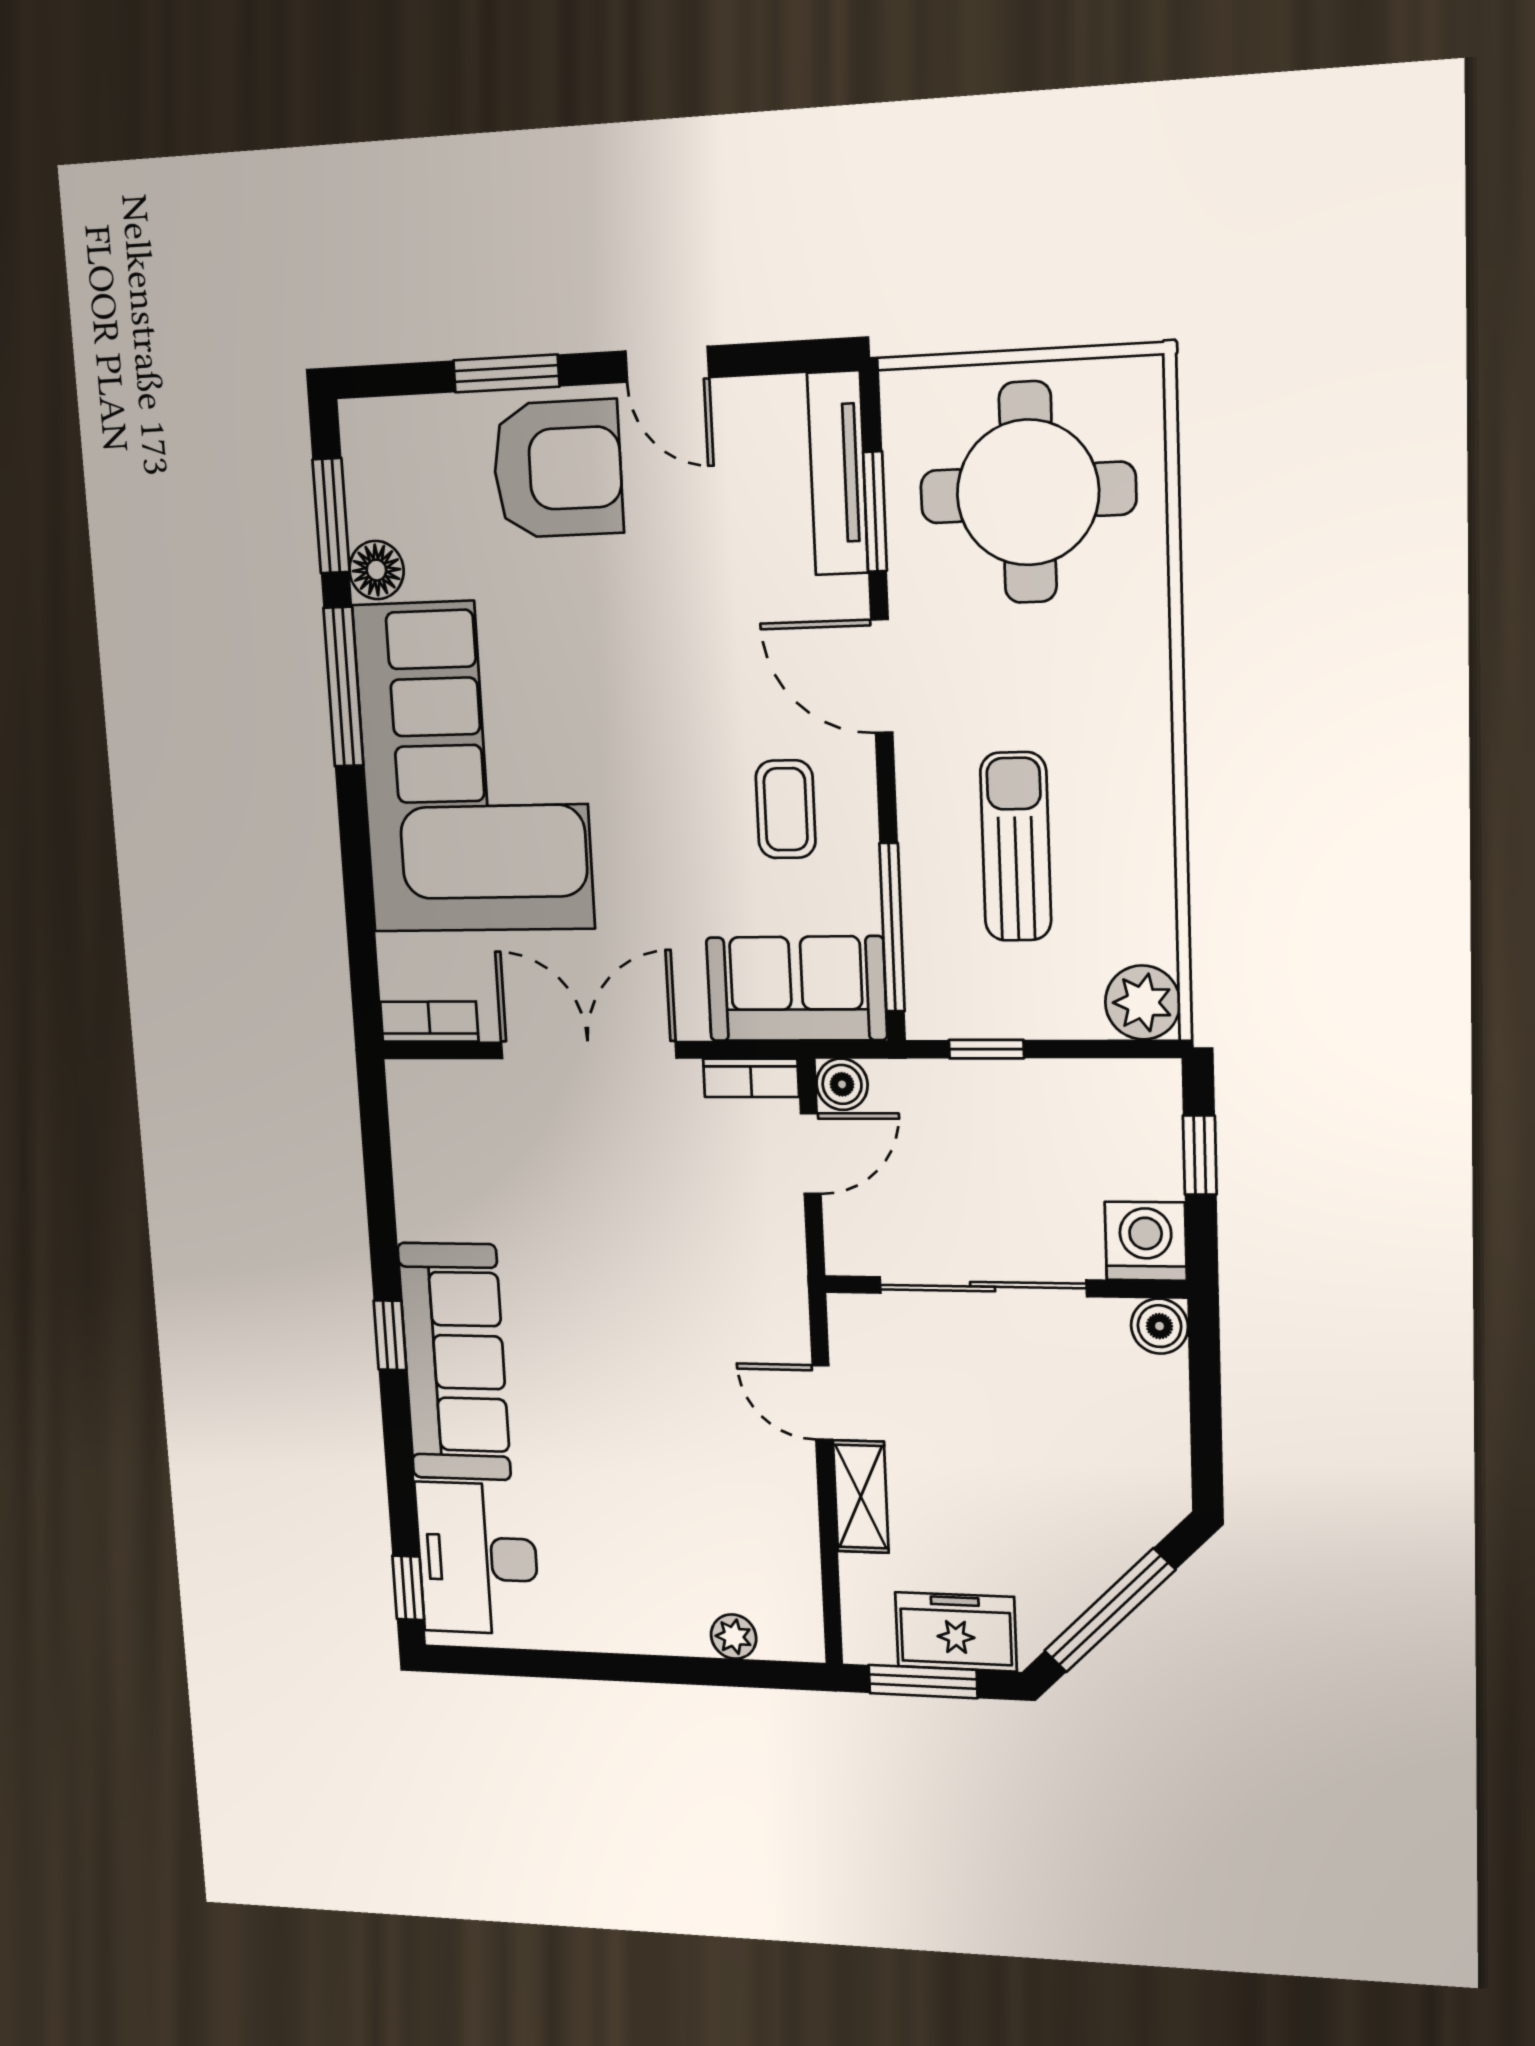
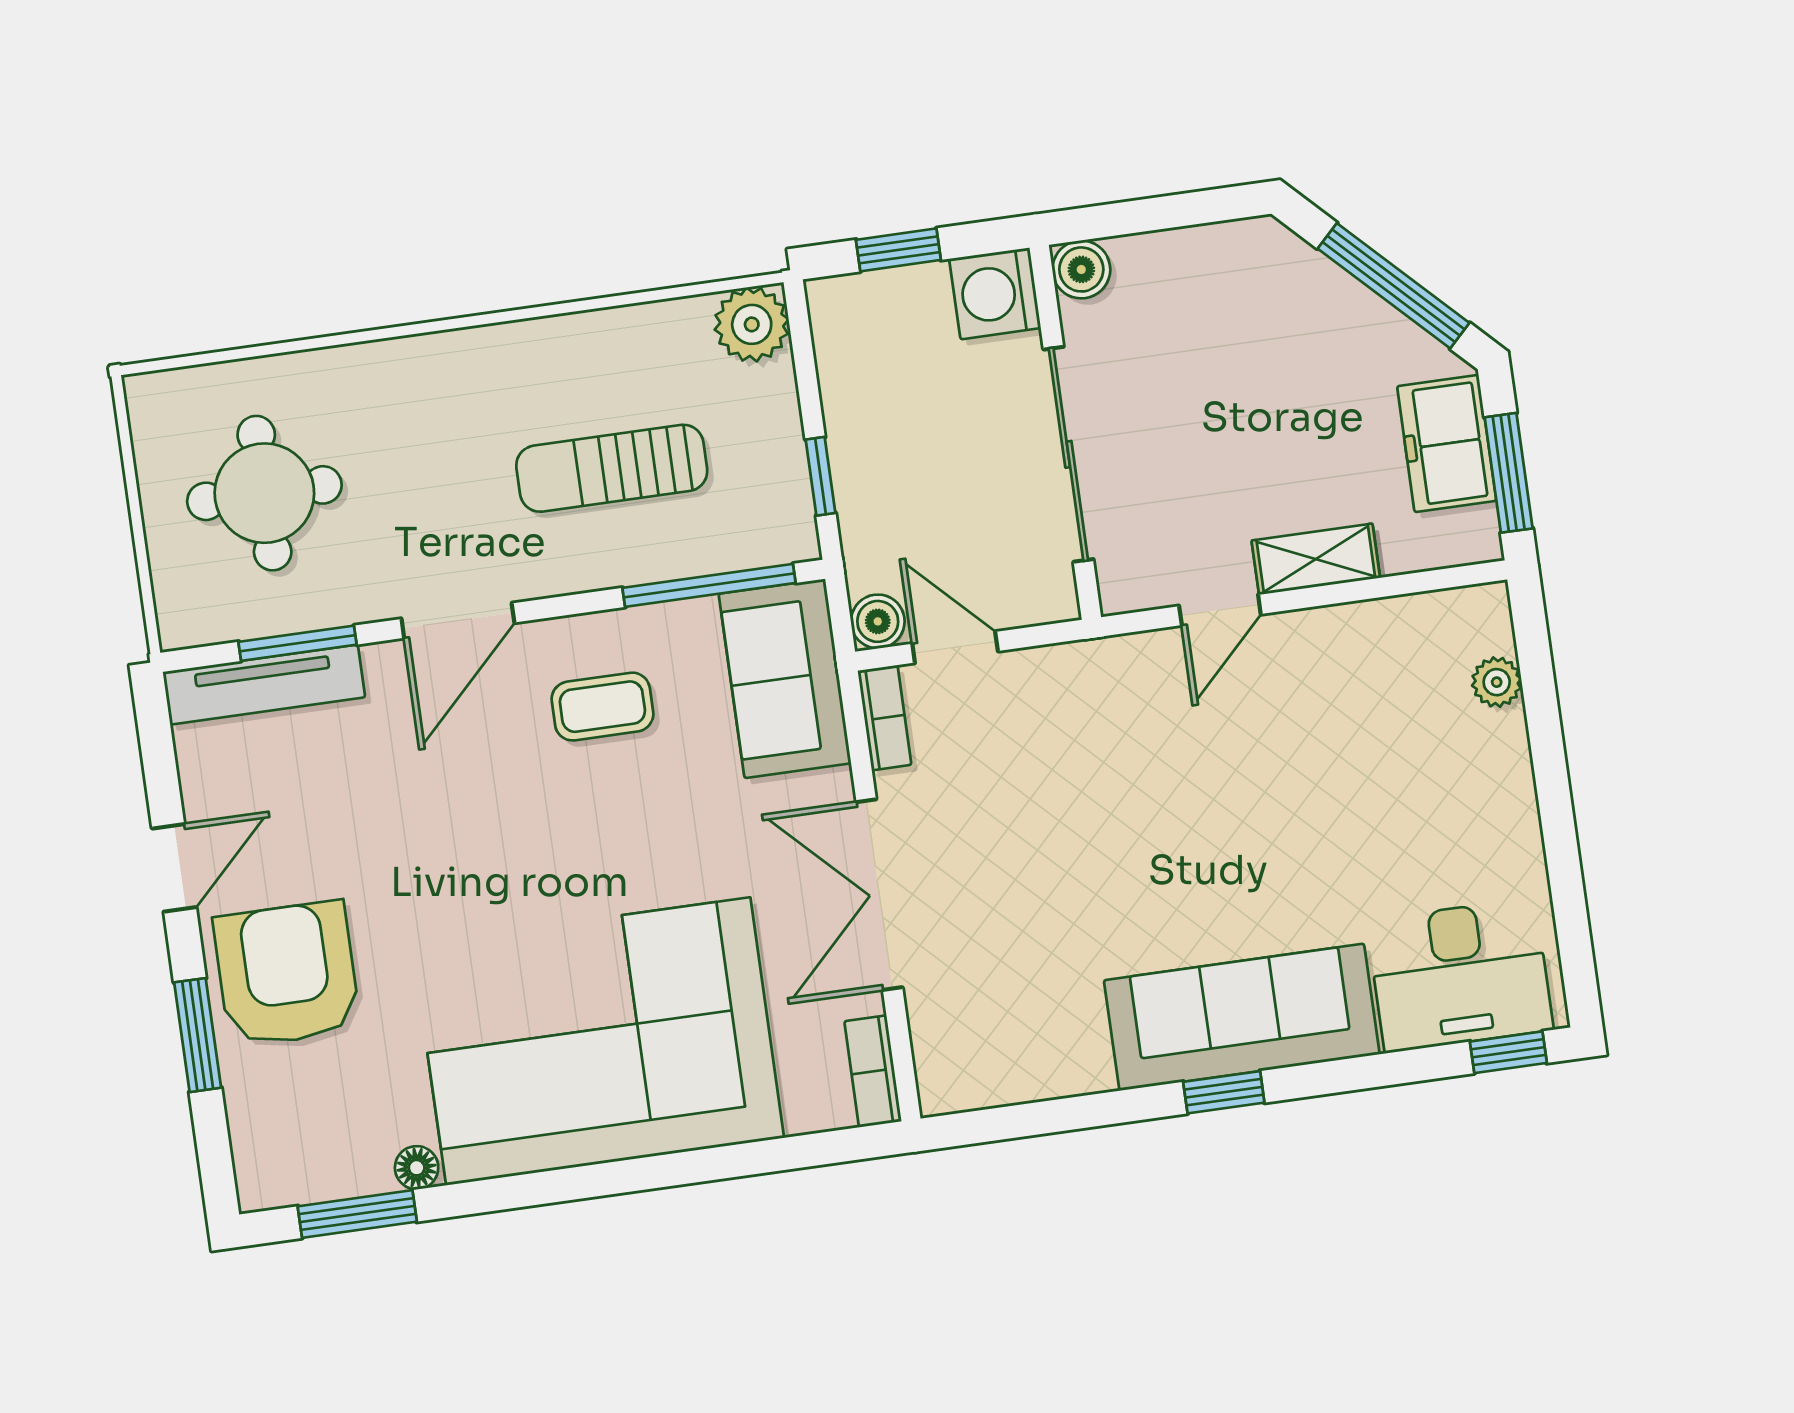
round table: (1028, 492) -> (264, 493), width x0.73, depth x0.73
floor lamp: (376, 570) -> (417, 1168), width x0.73, depth x0.73
window: (343, 687) -> (531, 1190), removed

